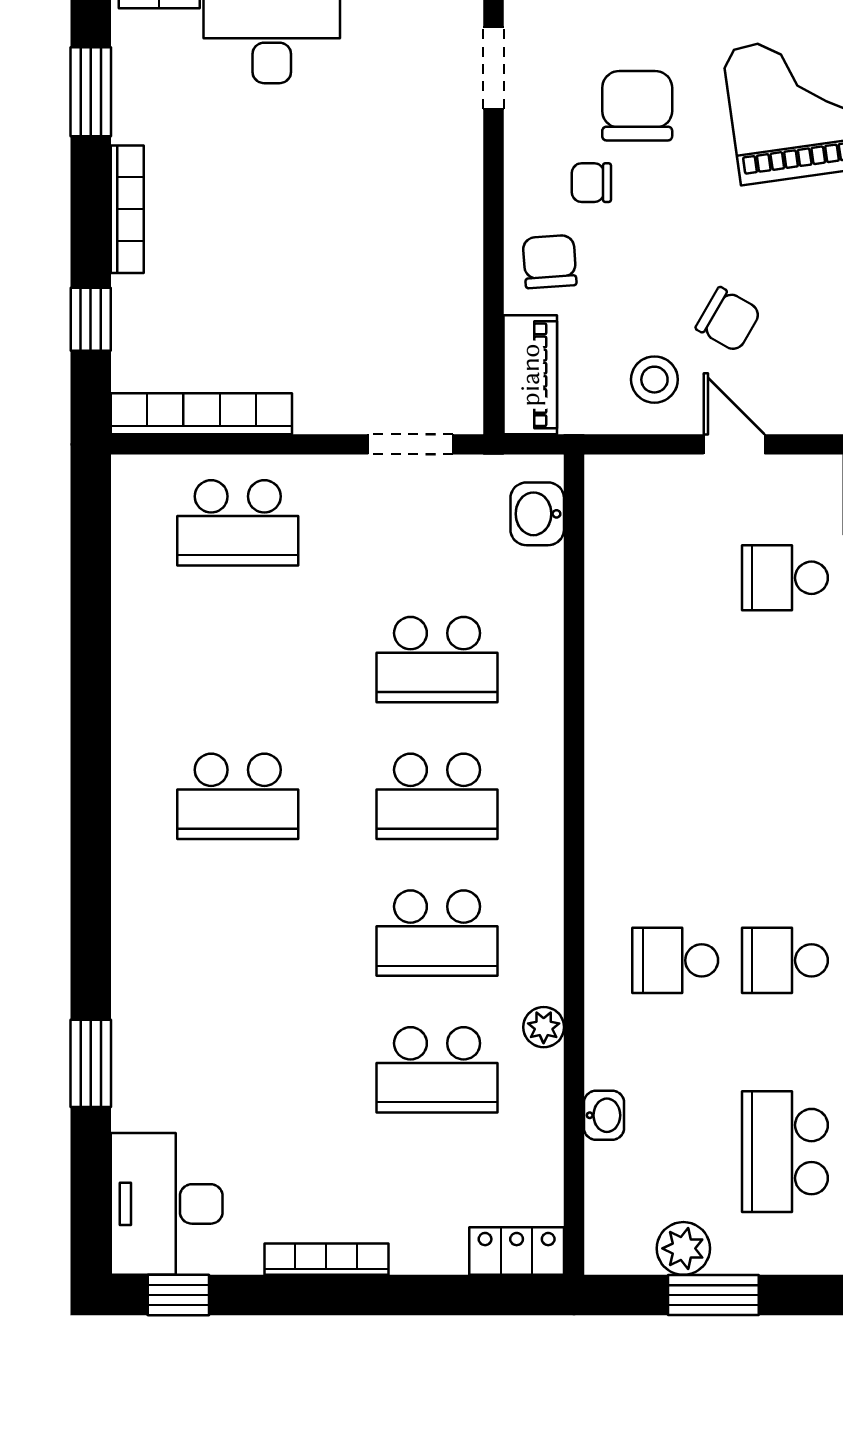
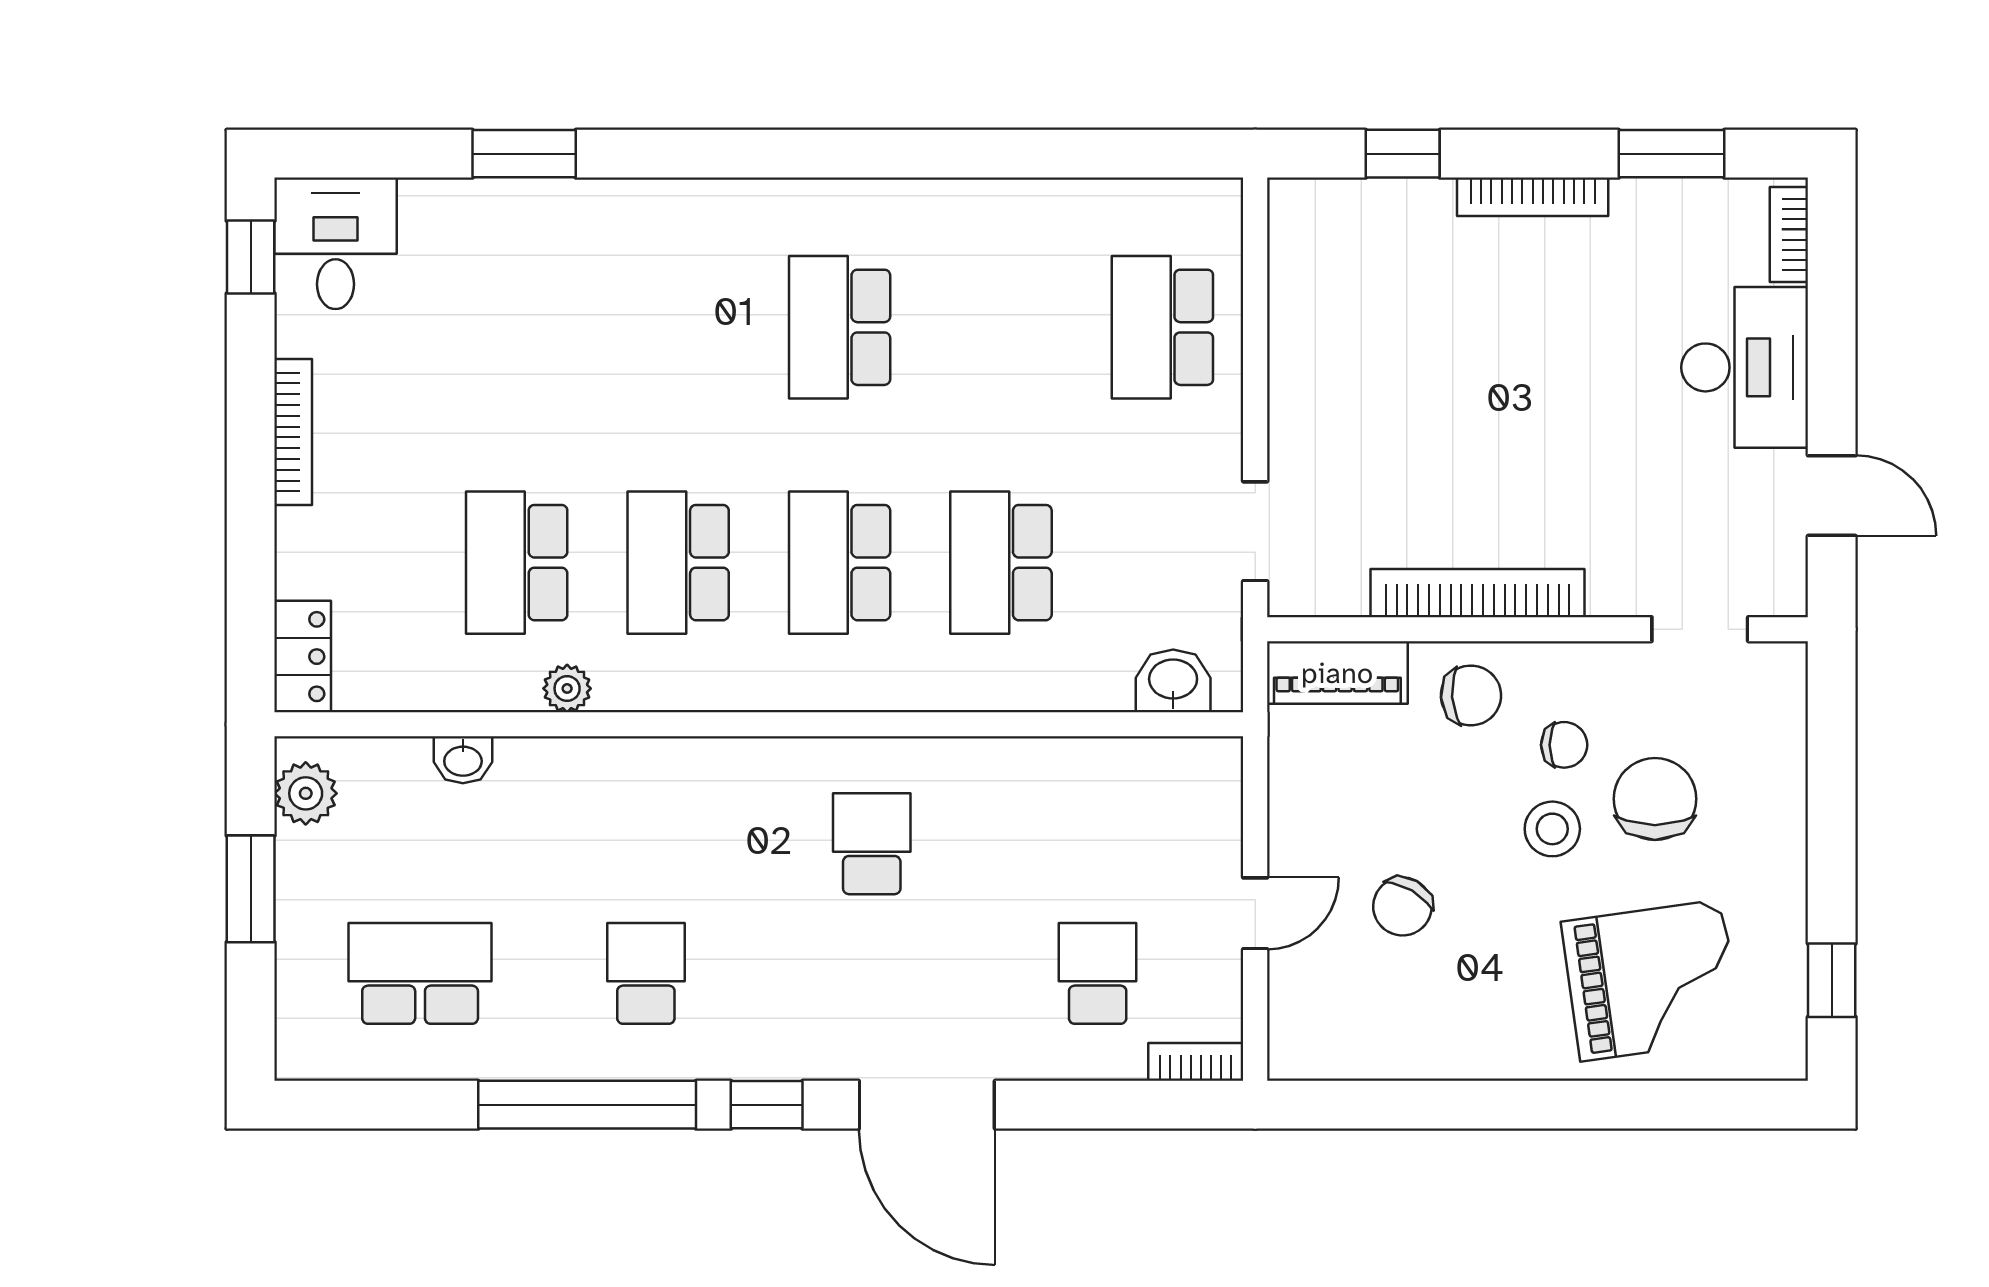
chair: (637, 106) -> (1655, 799), turned -90
chair: (591, 183) -> (1564, 745), turned 90
stool: (654, 380) -> (1552, 829), moved
bookcase: (201, 414) -> (1478, 593), moved, turned -90
school desk: (675, 960) -> (872, 844), moved
desk: (167, 1204) -> (335, 243), width x0.73
plant: (683, 1248) -> (306, 793), moved

